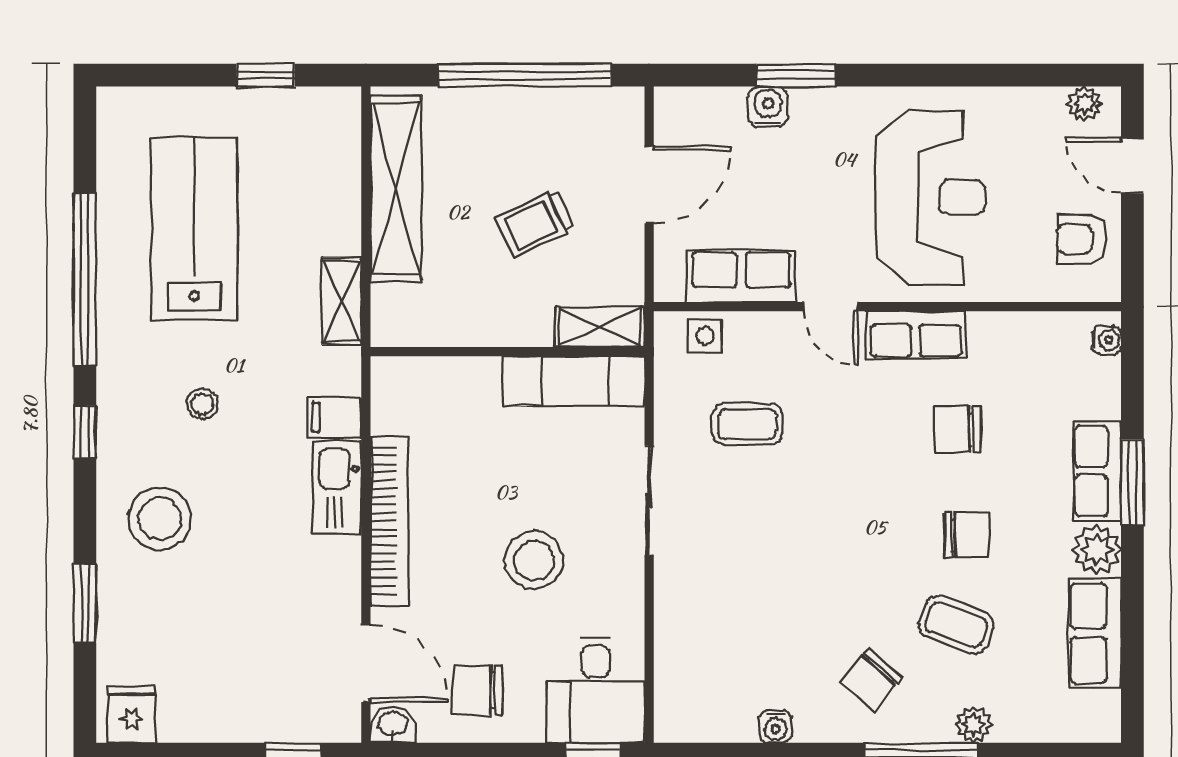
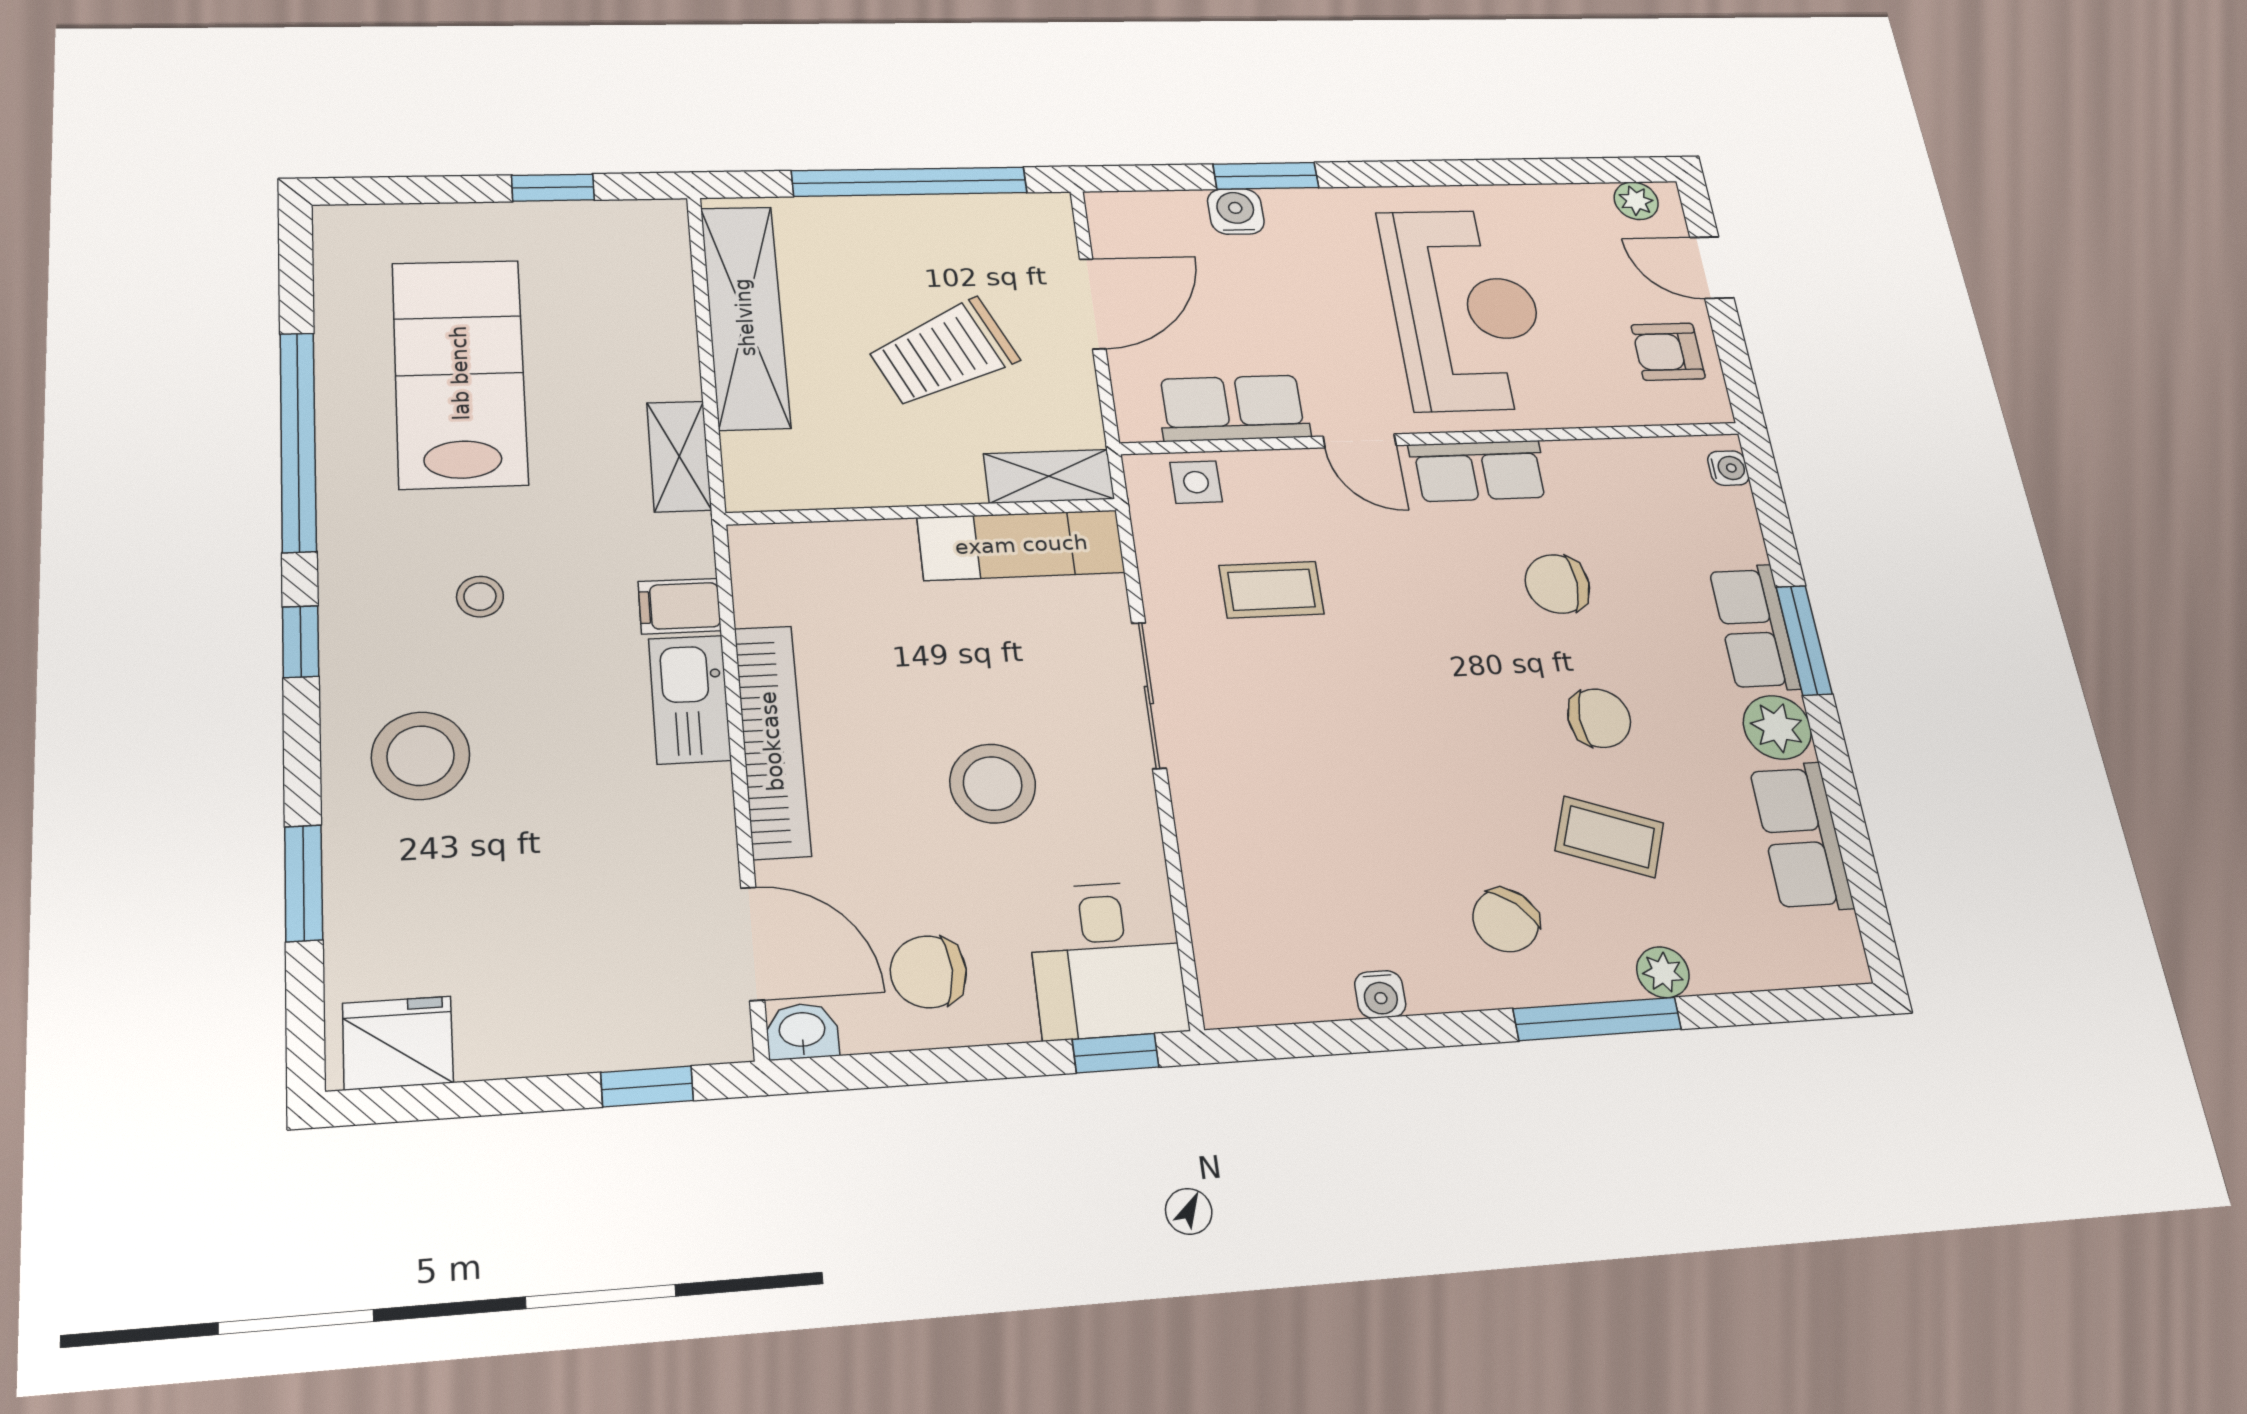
trolley: (535, 223) -> (943, 353), width x1.36, depth x1.39
fridge: (132, 714) -> (398, 1043), width x1.38

